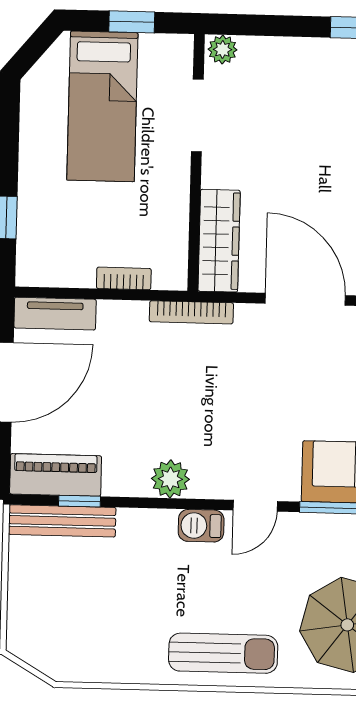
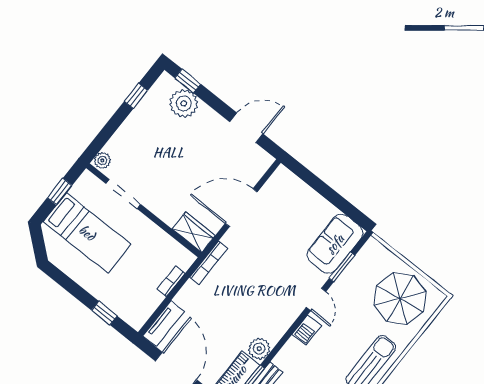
wardrobe: (219, 241) -> (194, 232), width x0.67
plant: (170, 479) -> (259, 349), moved

